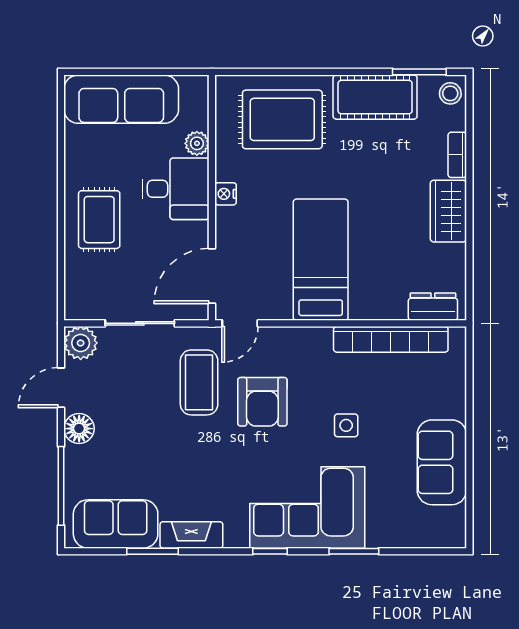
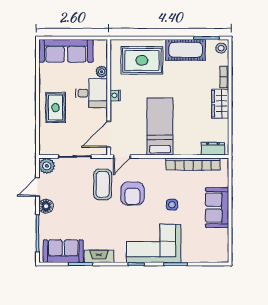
sofa: (442, 462) -> (217, 208), moved

